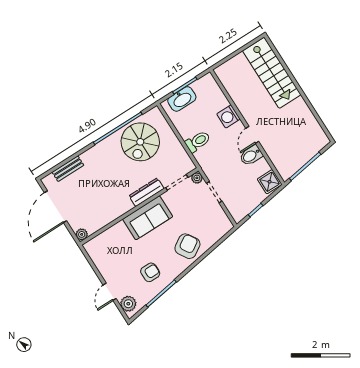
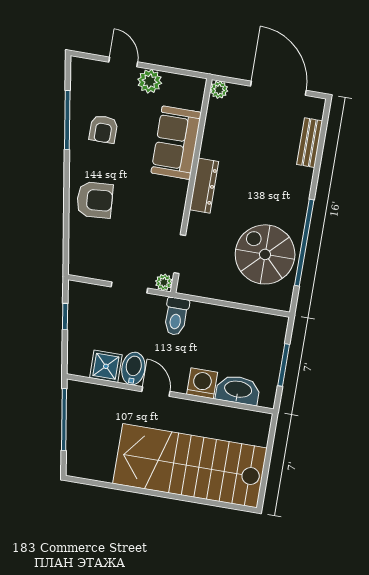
stairs: (272, 73) -> (190, 466), width x1.36, depth x1.51
washbasin: (182, 99) -> (238, 390), moved, turned 90
toilet: (198, 141) -> (176, 316), moved
shower: (270, 182) -> (106, 366), moved
dresser: (146, 192) -> (204, 186), moved
sofa: (148, 218) -> (176, 143), moved
armchair: (187, 246) -> (95, 200), turned -62
plant: (128, 304) -> (150, 81), moved

